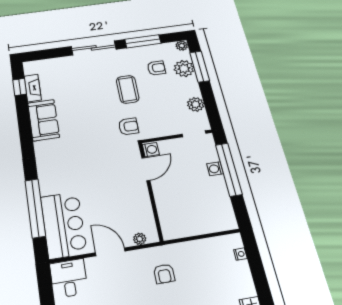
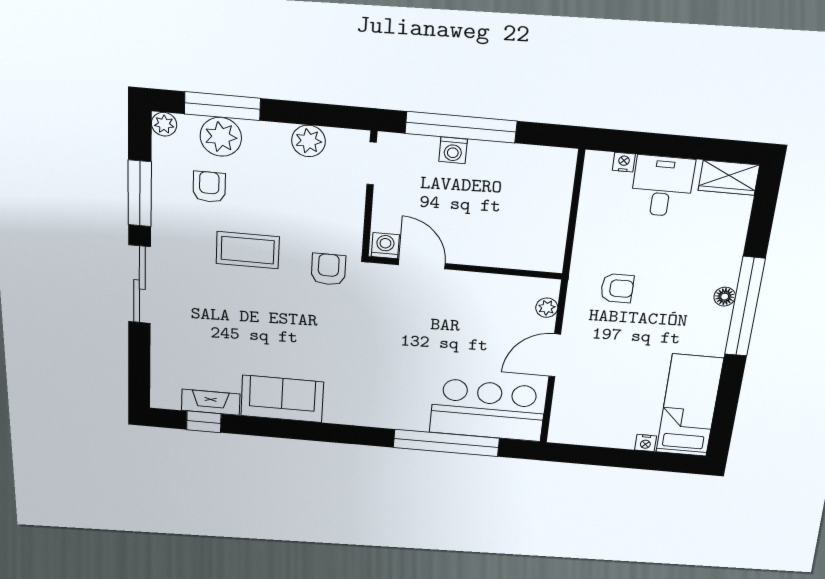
desk: (69, 278) -> (662, 186), moved, turned 90

